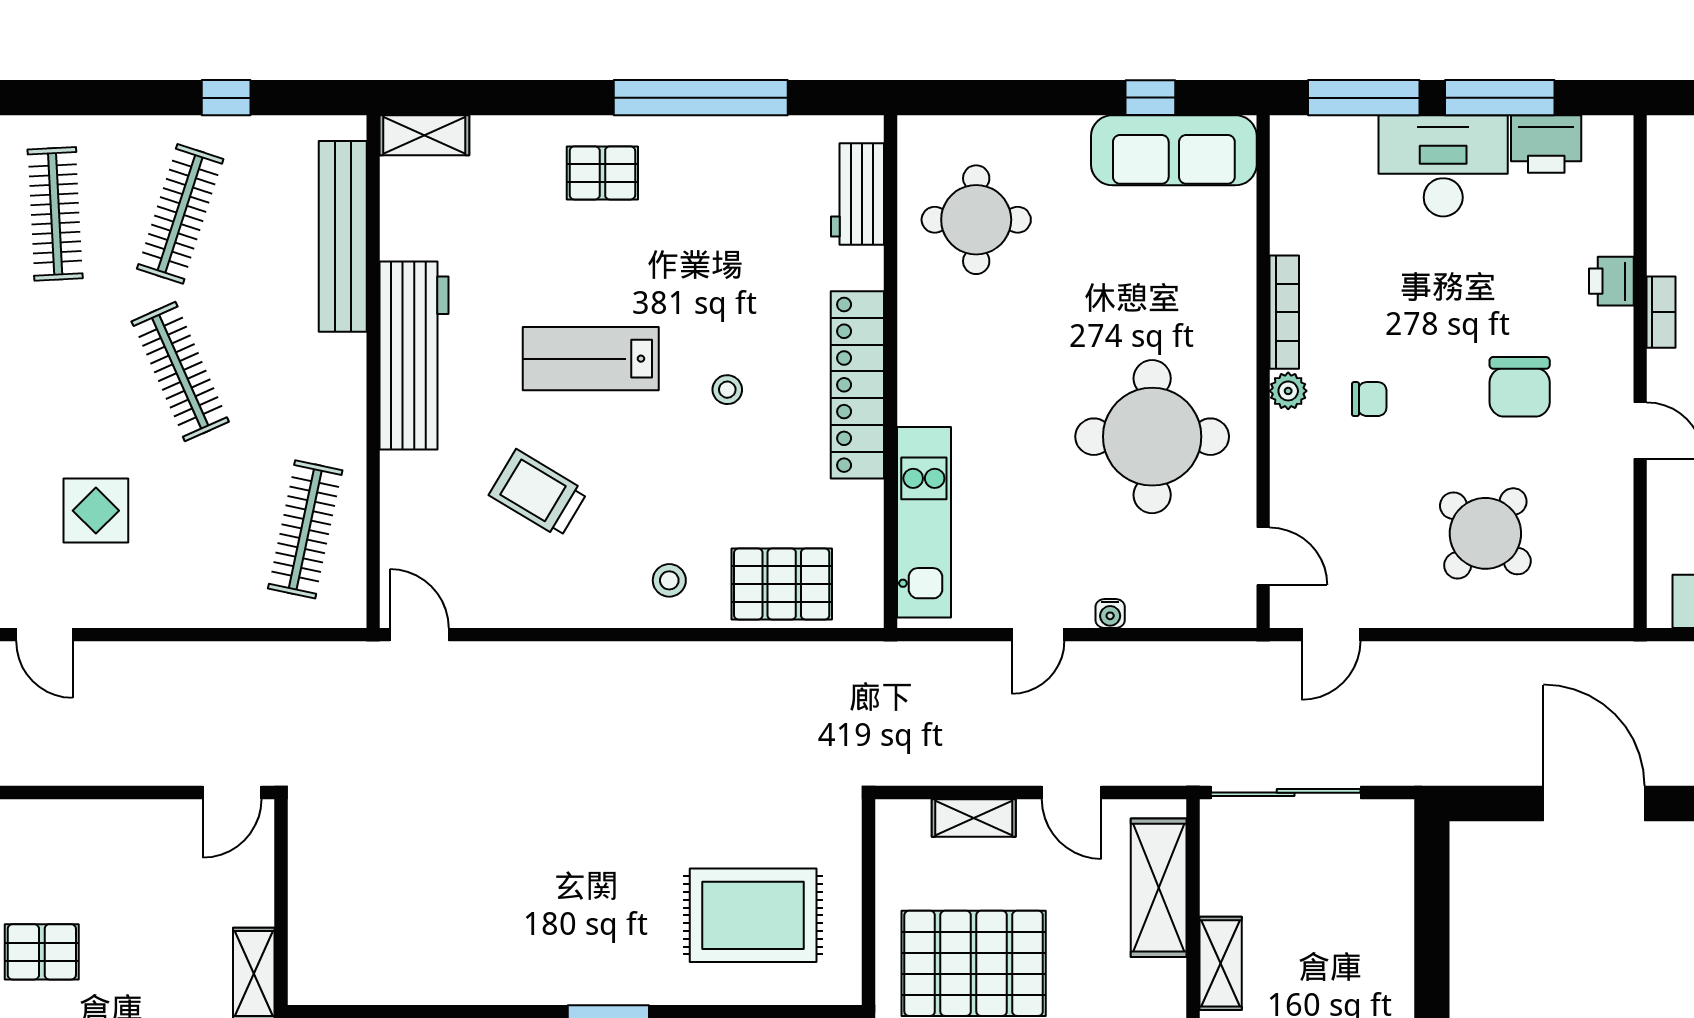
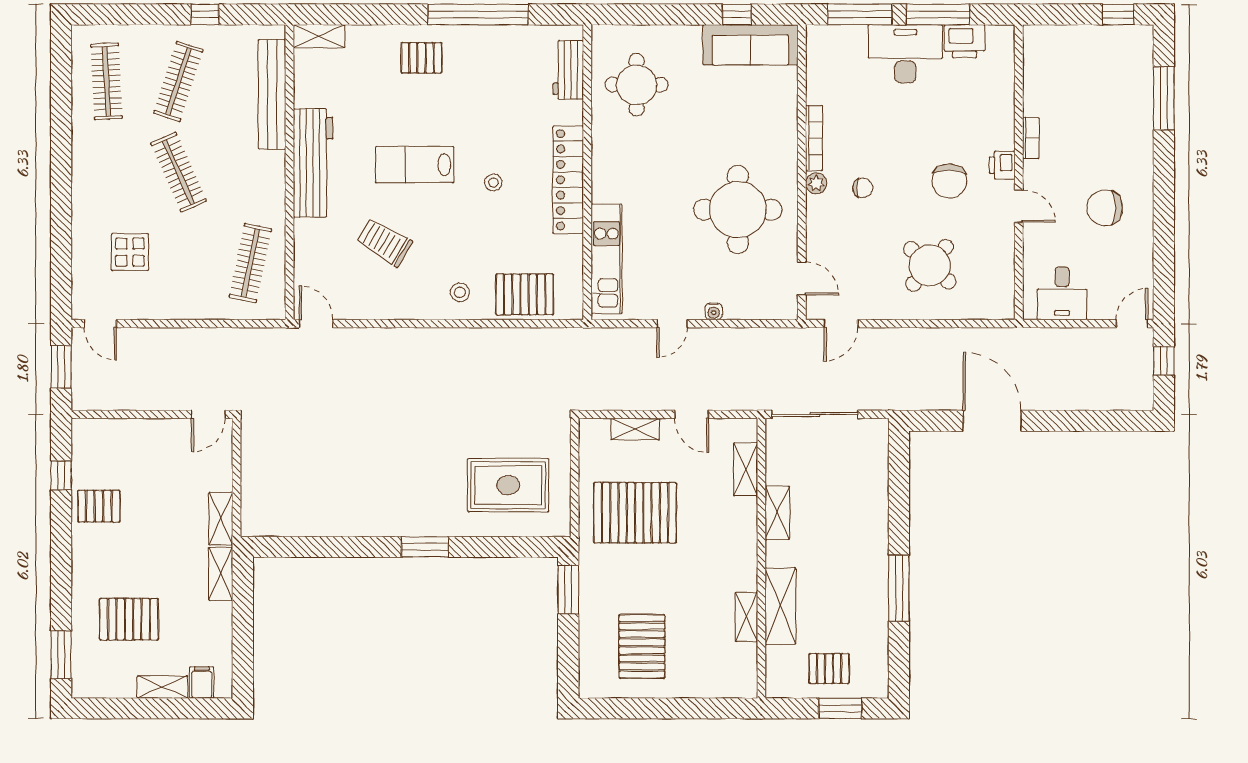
printer: (1611, 281) -> (1002, 165), moved
shelving: (1159, 888) -> (746, 469), width x0.67, depth x0.75

